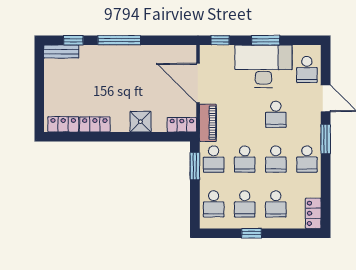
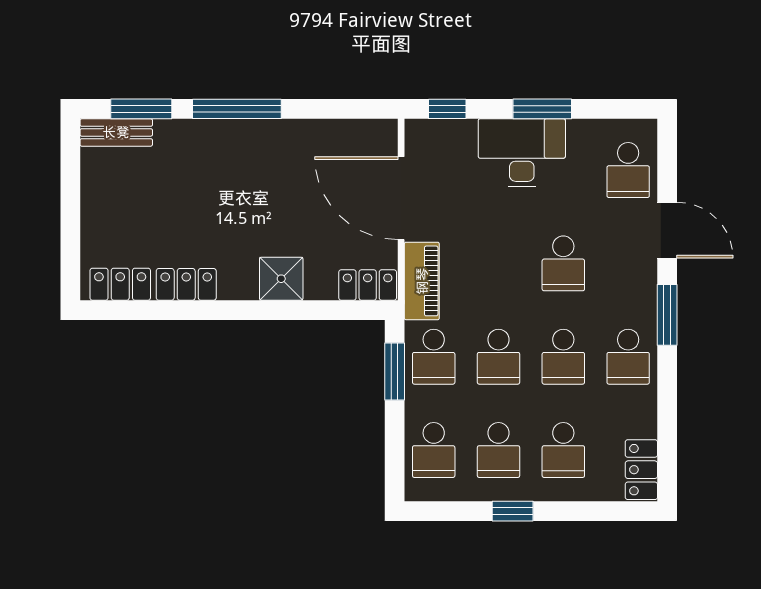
window: (73, 40) -> (141, 109), width x1.50
desk: (263, 66) -> (522, 153), width x0.73, depth x0.77

